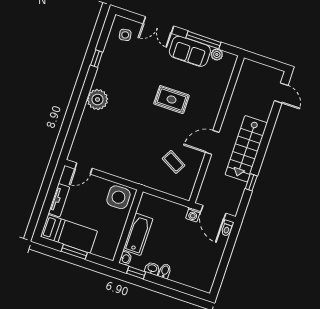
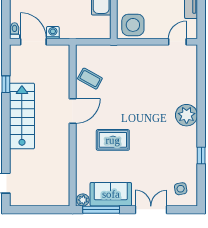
wall: (217, 129) -> (73, 125), moved
door: (212, 142) -> (73, 111), moved

